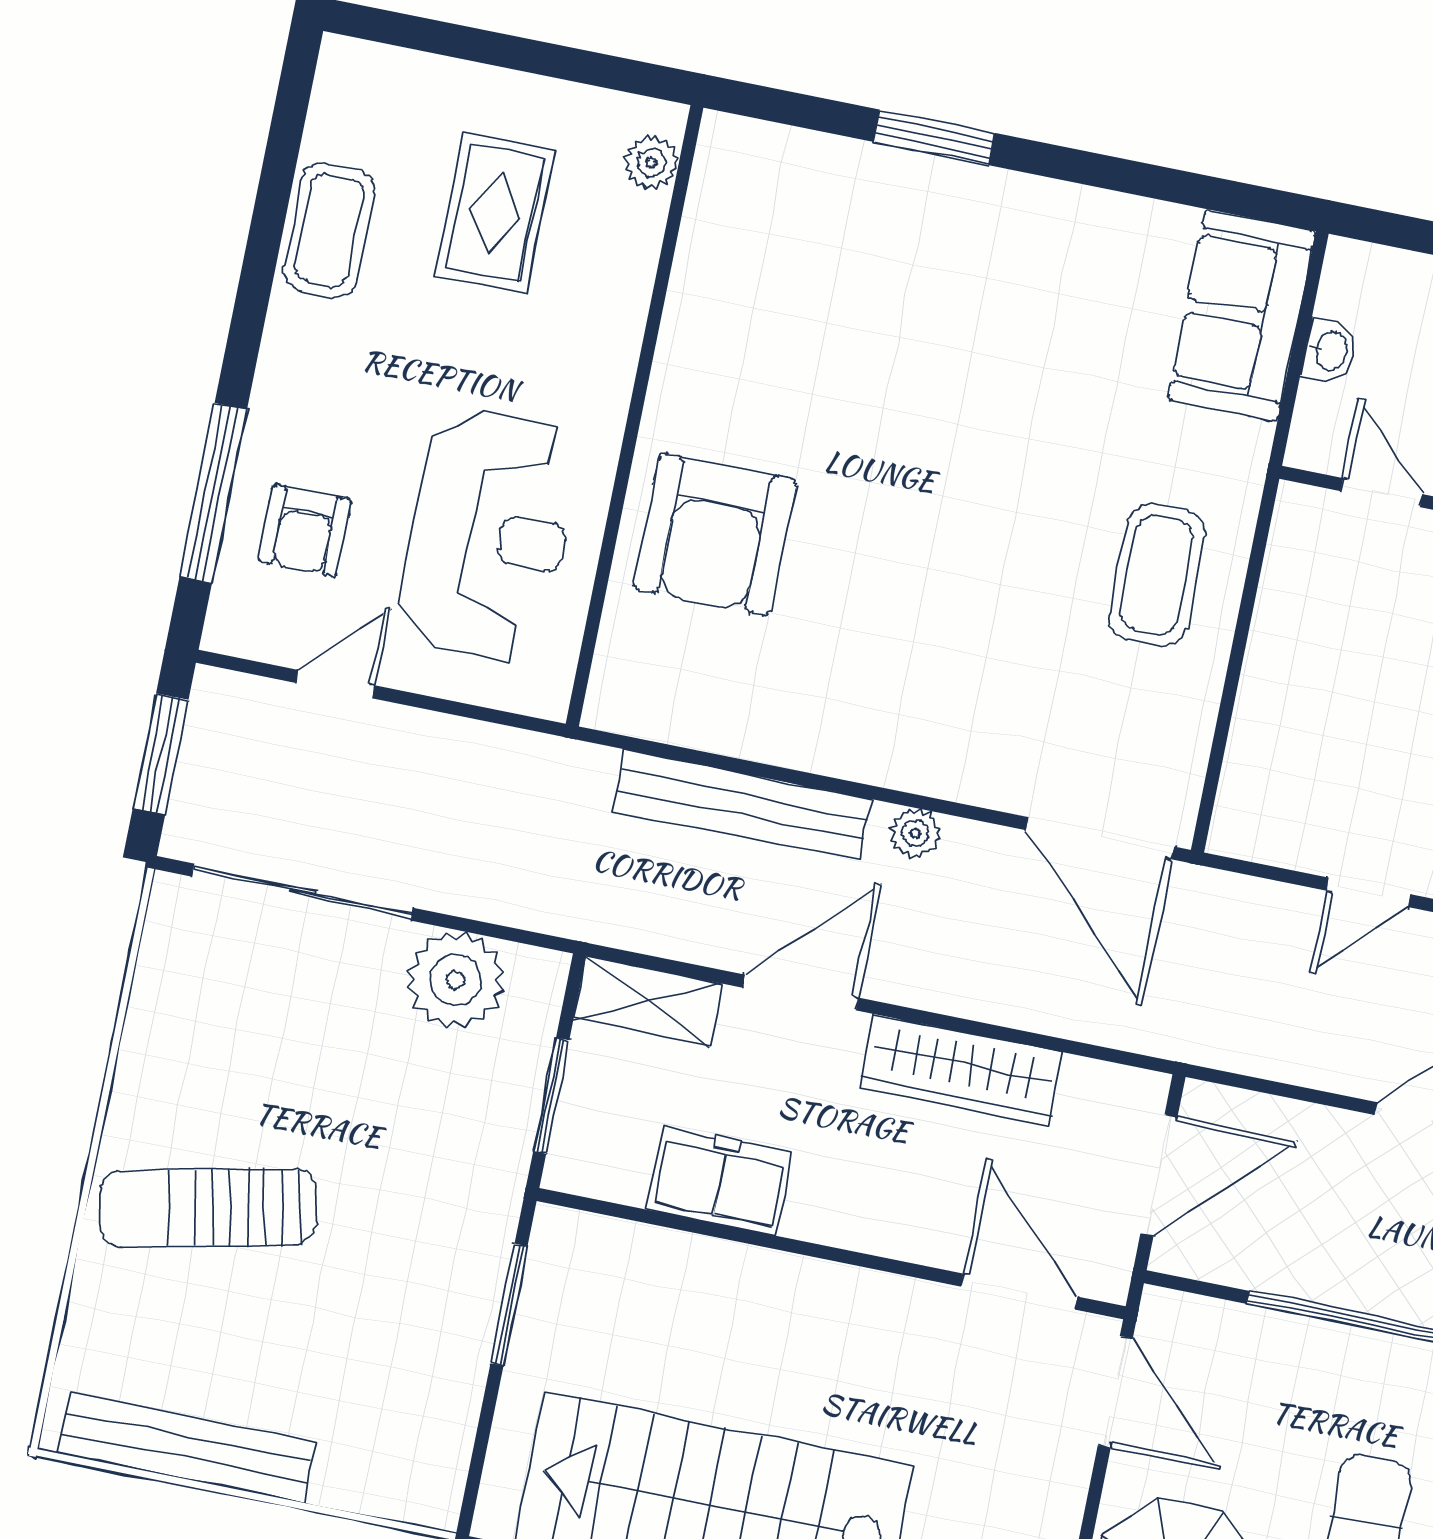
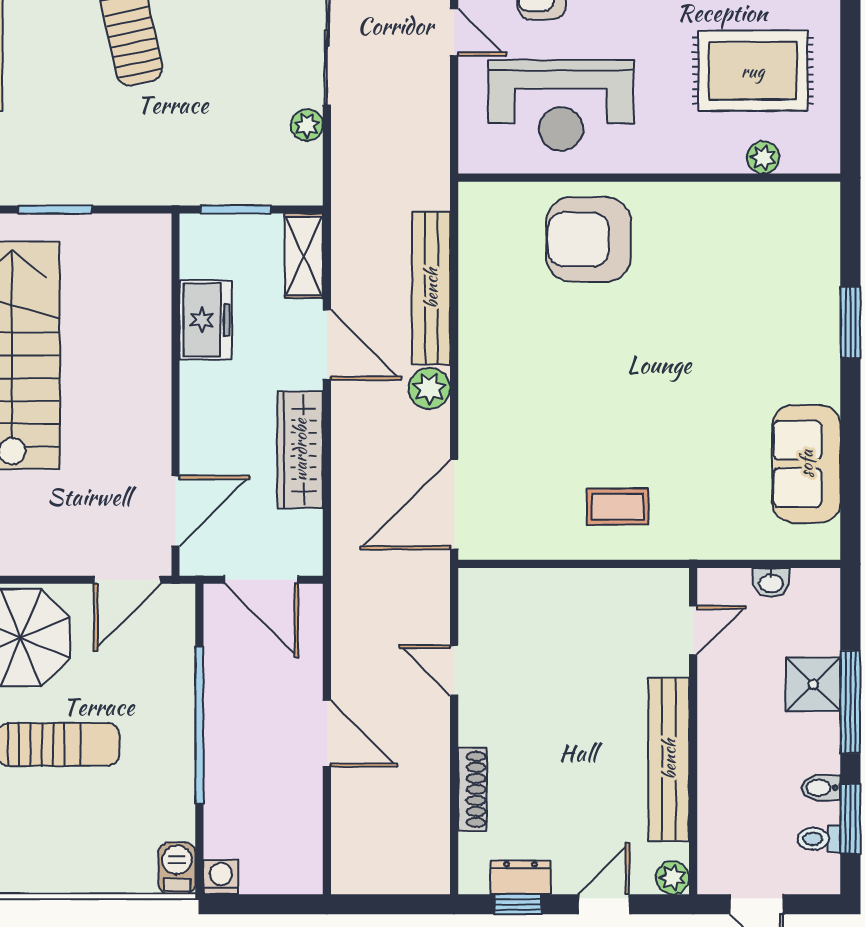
plant: (651, 163) -> (763, 157), moved
rug: (495, 213) -> (753, 71), width x1.36, depth x1.43
sofa: (1241, 315) -> (806, 464), moved, turned -90
coffee table: (1157, 575) -> (617, 507), width x0.73, depth x0.77
plant: (915, 833) -> (429, 389), width x1.38, depth x1.38
plant: (456, 980) -> (307, 125), width x0.53, depth x0.53
window: (509, 1305) -> (55, 210), moved

